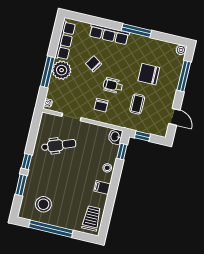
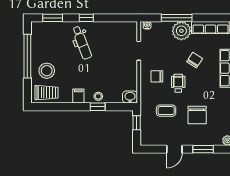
chair: (149, 74) -> (197, 115), turned 180
window: (184, 76) -> (203, 149), width x0.69
door: (174, 117) -> (174, 149), moved
dental chair: (59, 145) -> (82, 43), moved
window: (122, 151) -> (98, 107), moved
window: (21, 185) -> (53, 18), moved
stool: (43, 204) -> (47, 71), moved

